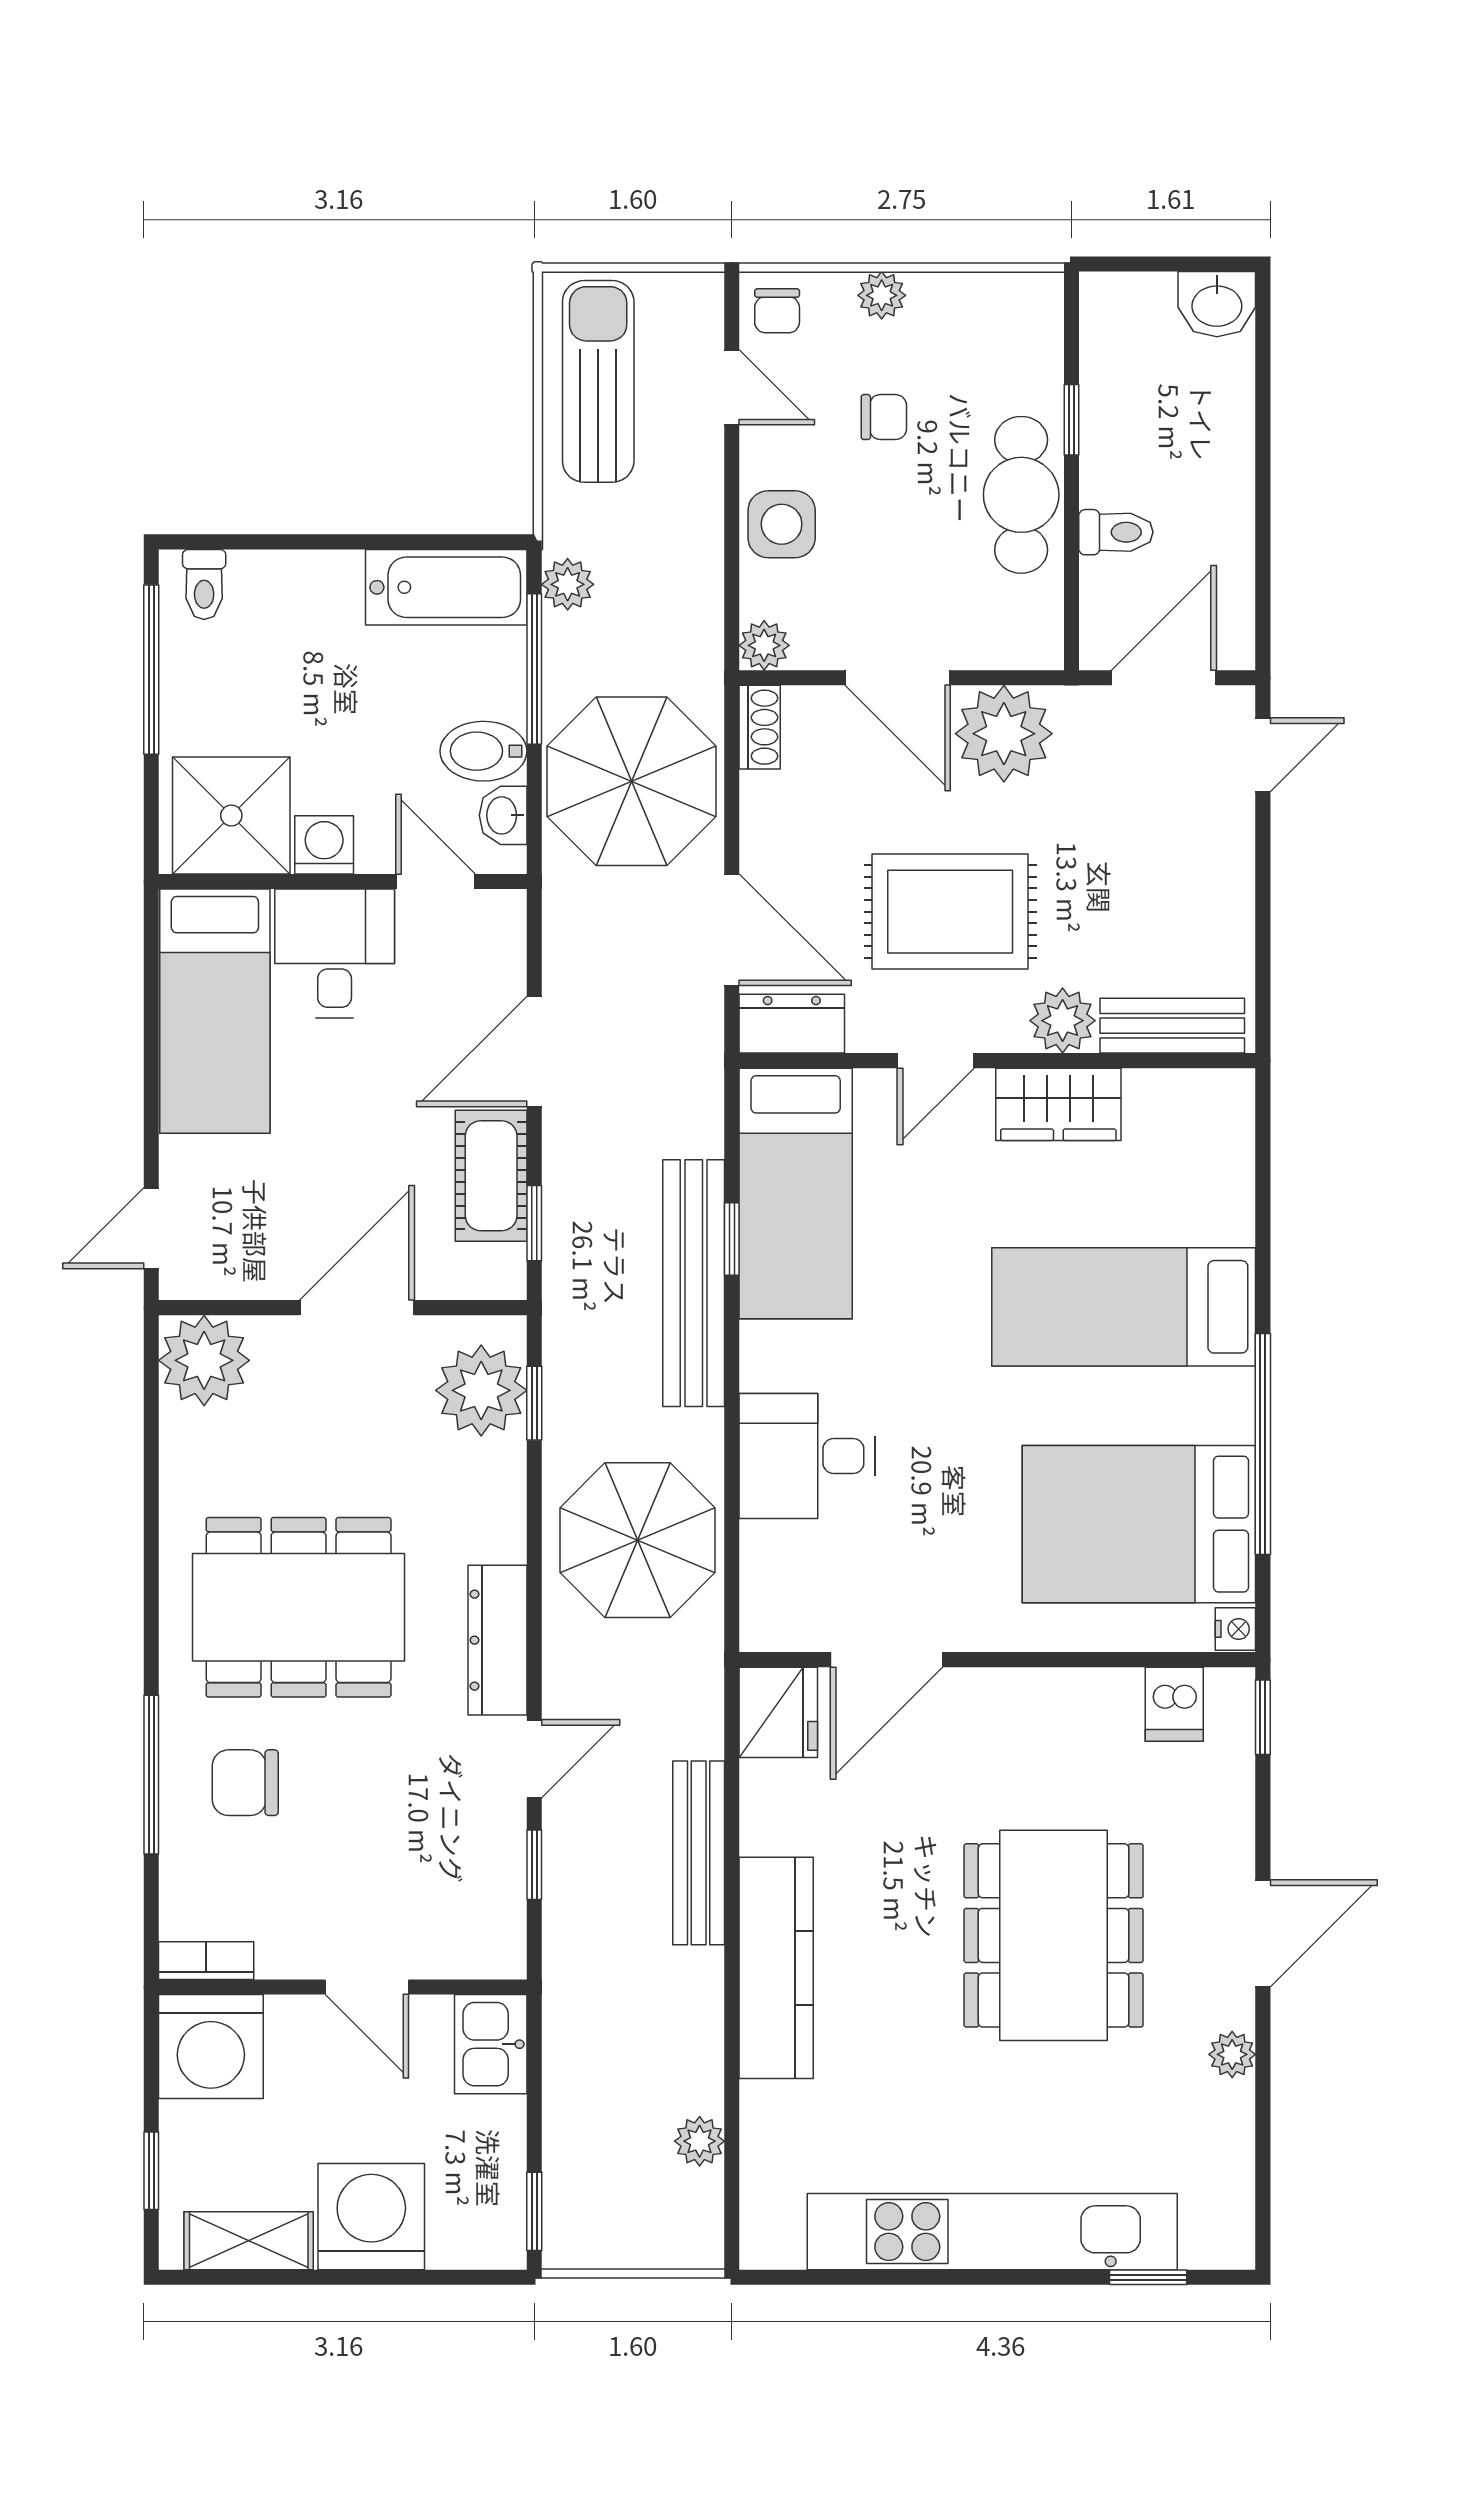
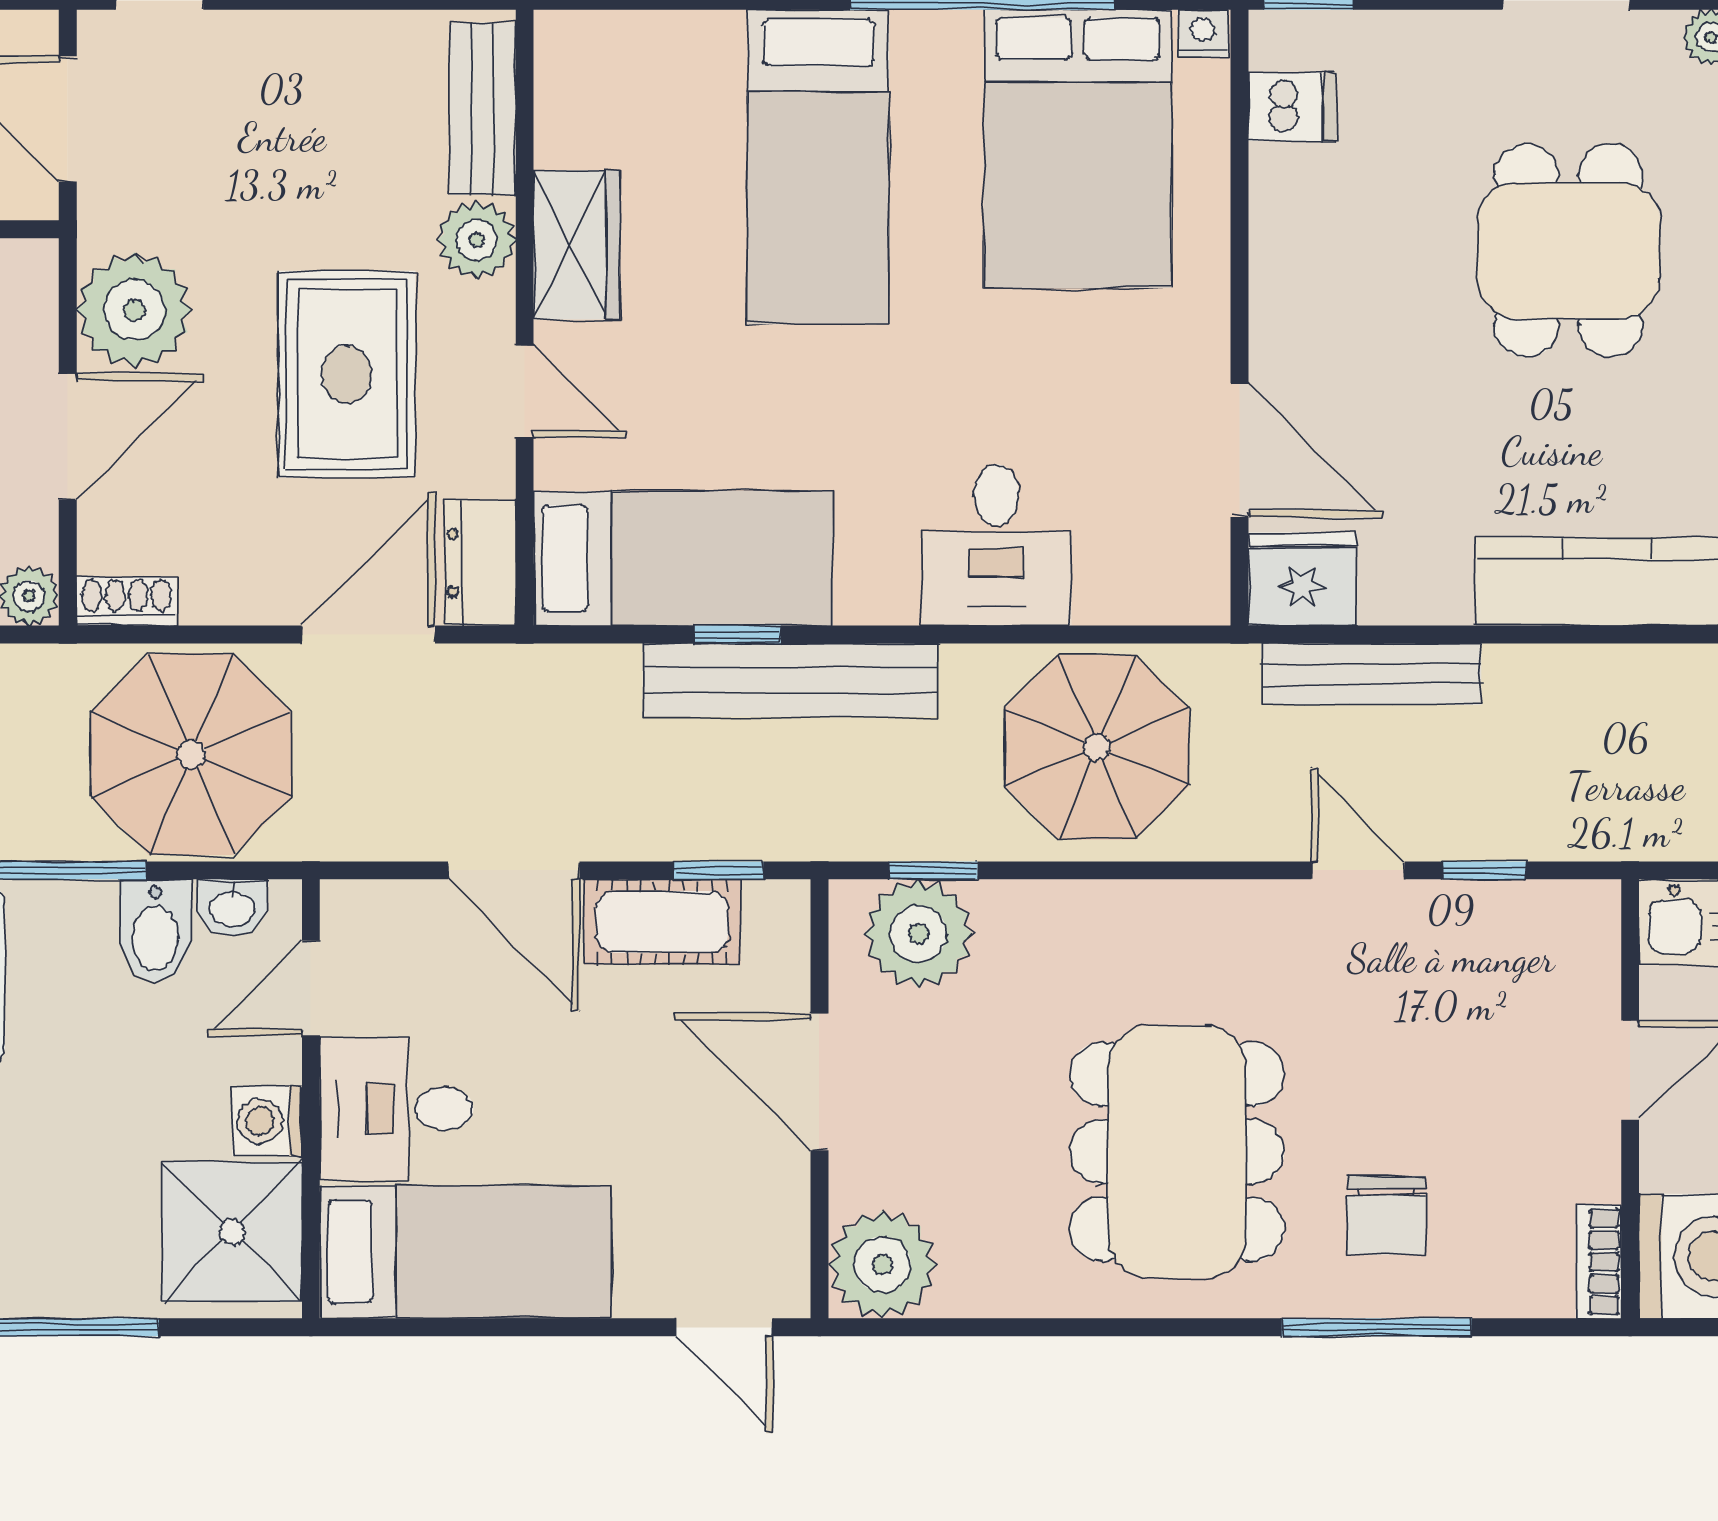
dresser: (497, 1640) -> (1216, 914), removed
bench: (699, 1853) -> (1371, 674), moved
dining table: (1054, 1935) -> (1569, 251), width x0.73

